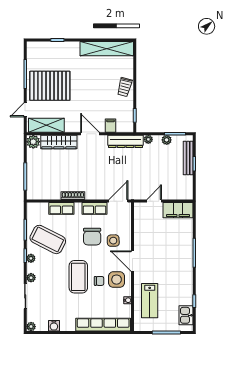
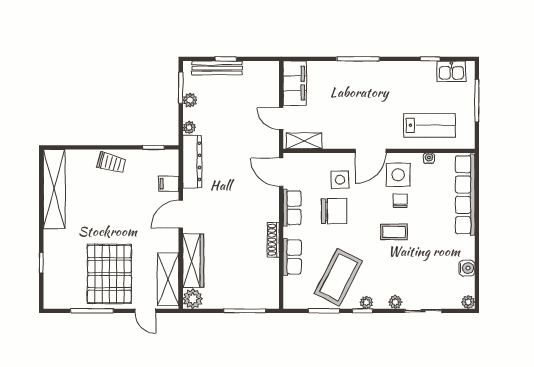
shelving: (139, 216) -> (304, 141), added
coffee table: (78, 277) -> (394, 232), width x0.54, depth x0.58

